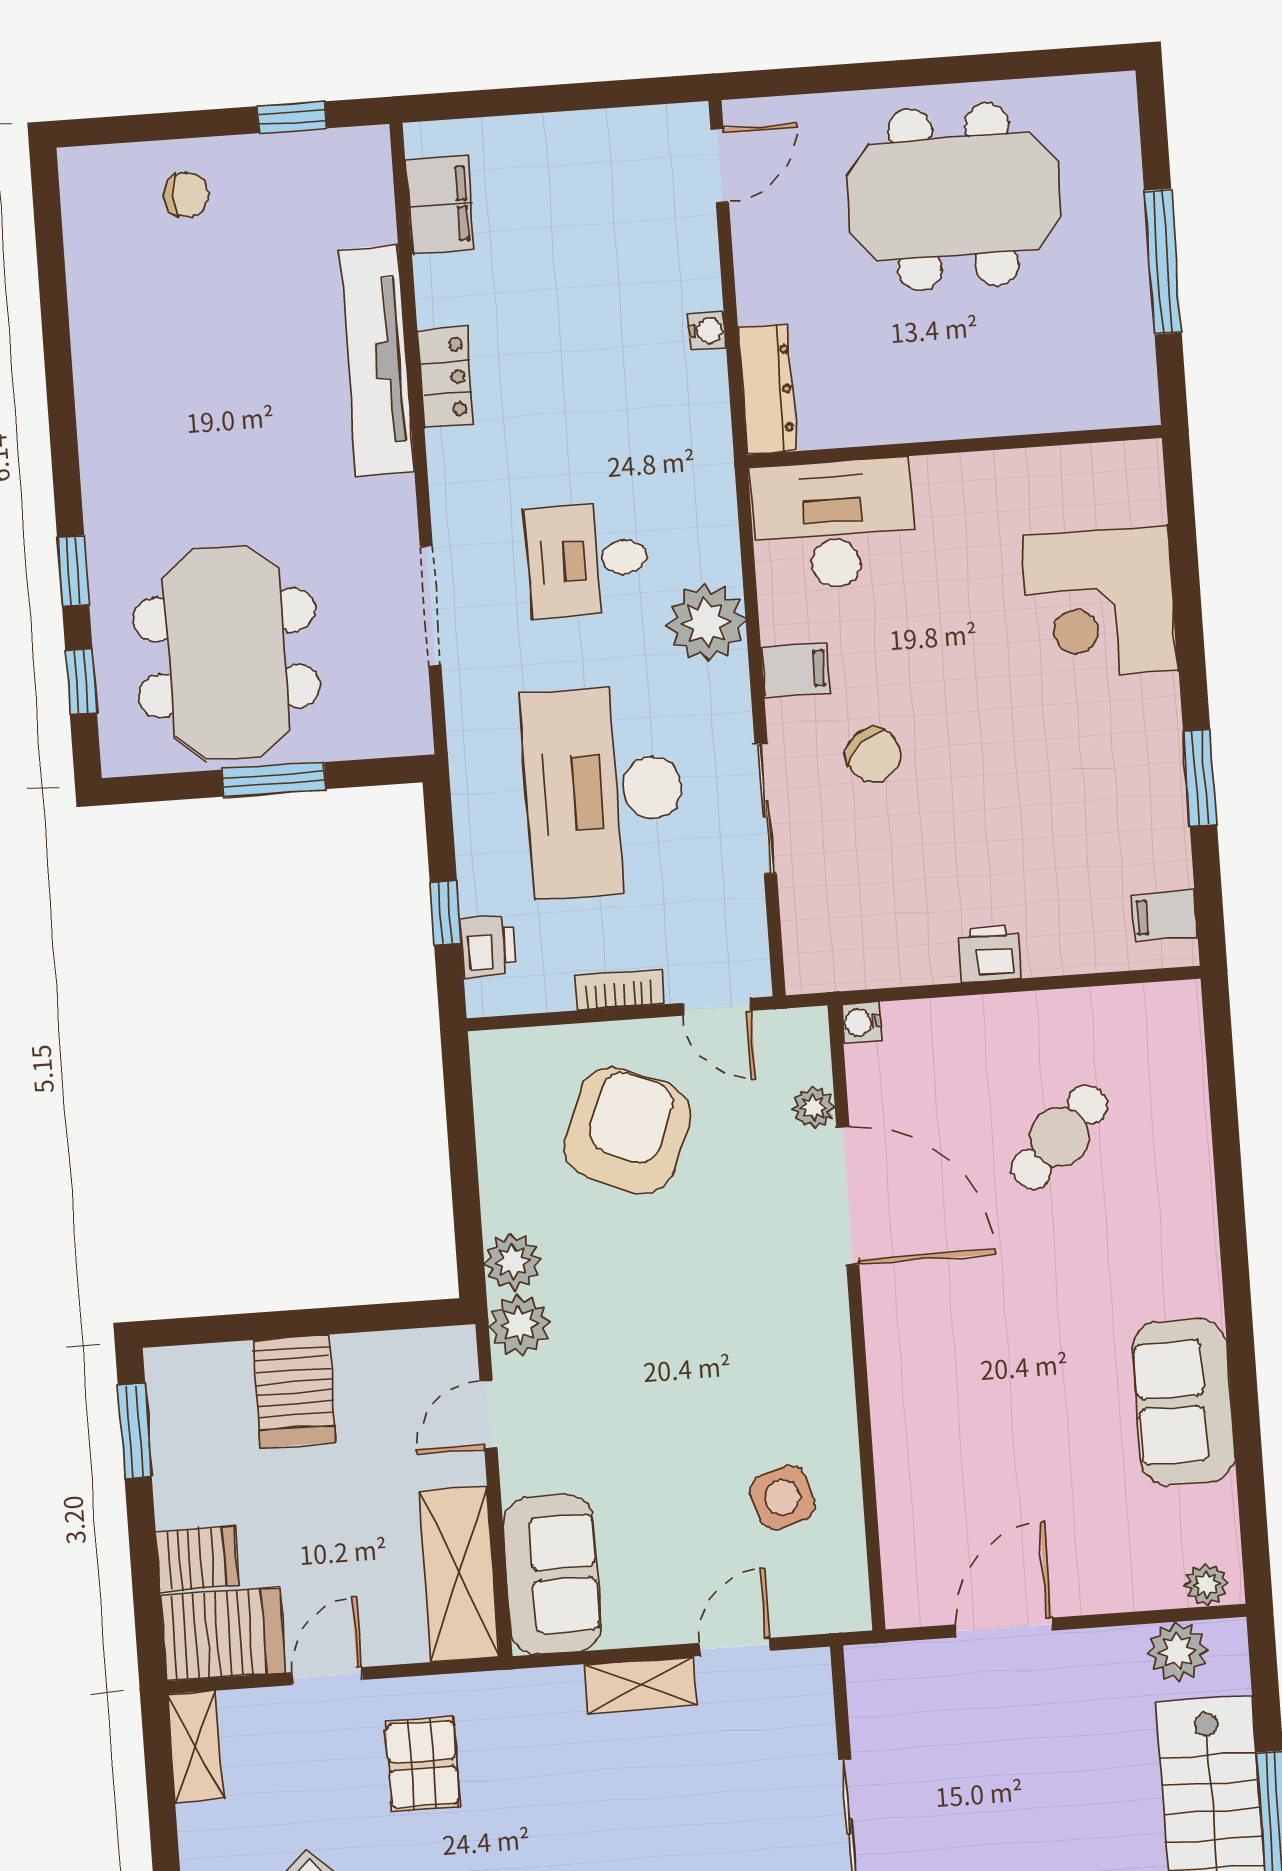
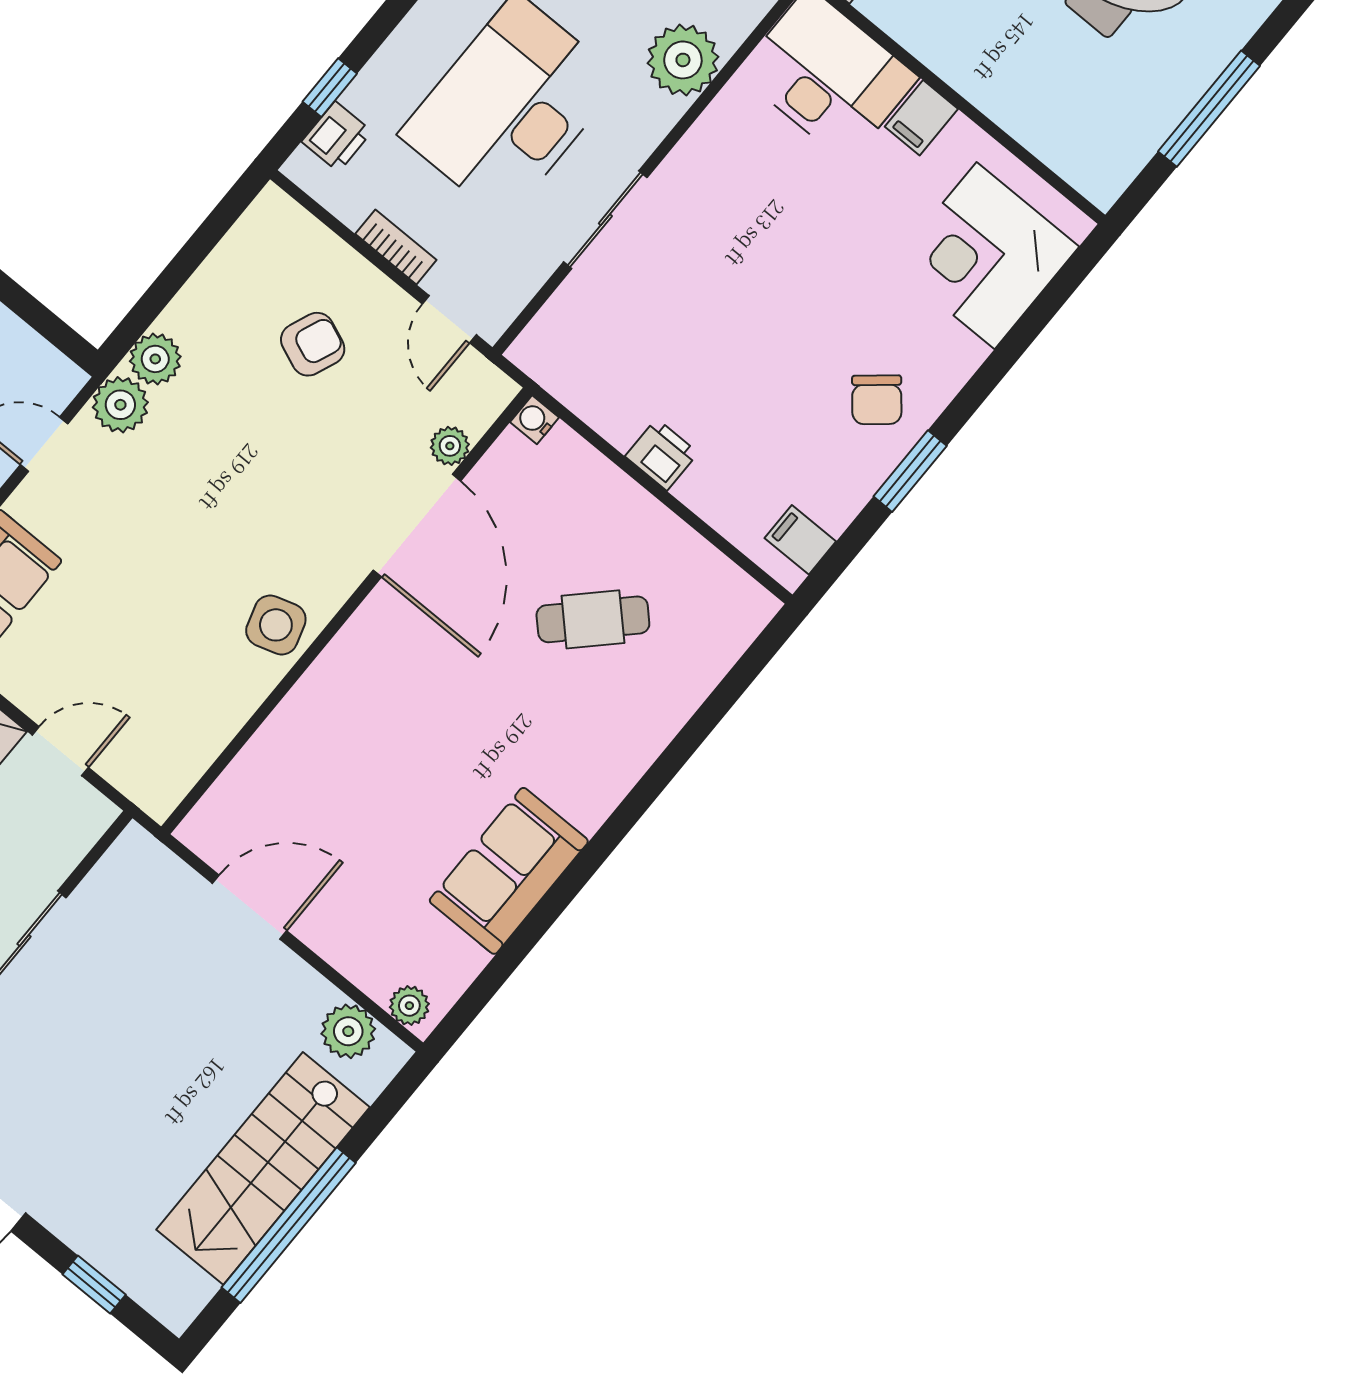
corner desk: (1100, 604) -> (986, 256), moved
filing cabinet: (796, 670) -> (921, 118), moved, turned 90
chair: (873, 755) -> (877, 400), moved
armchair: (627, 1130) -> (313, 344), width x0.53, depth x0.53
side table: (783, 1498) -> (276, 625), moved

